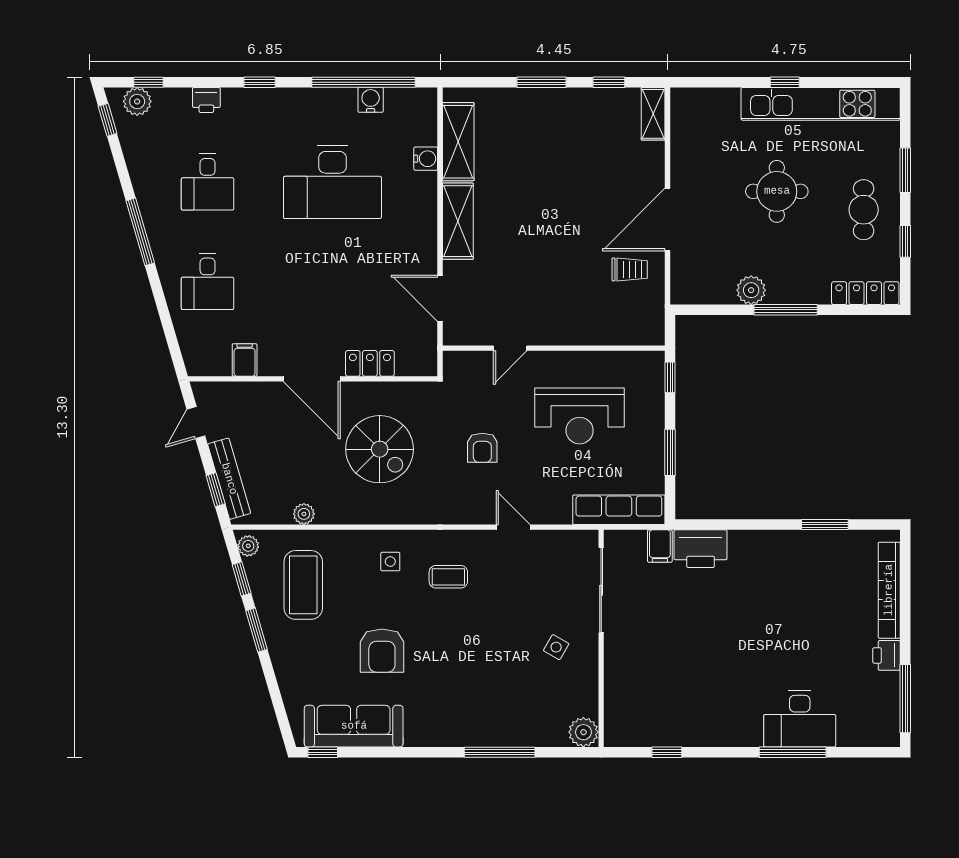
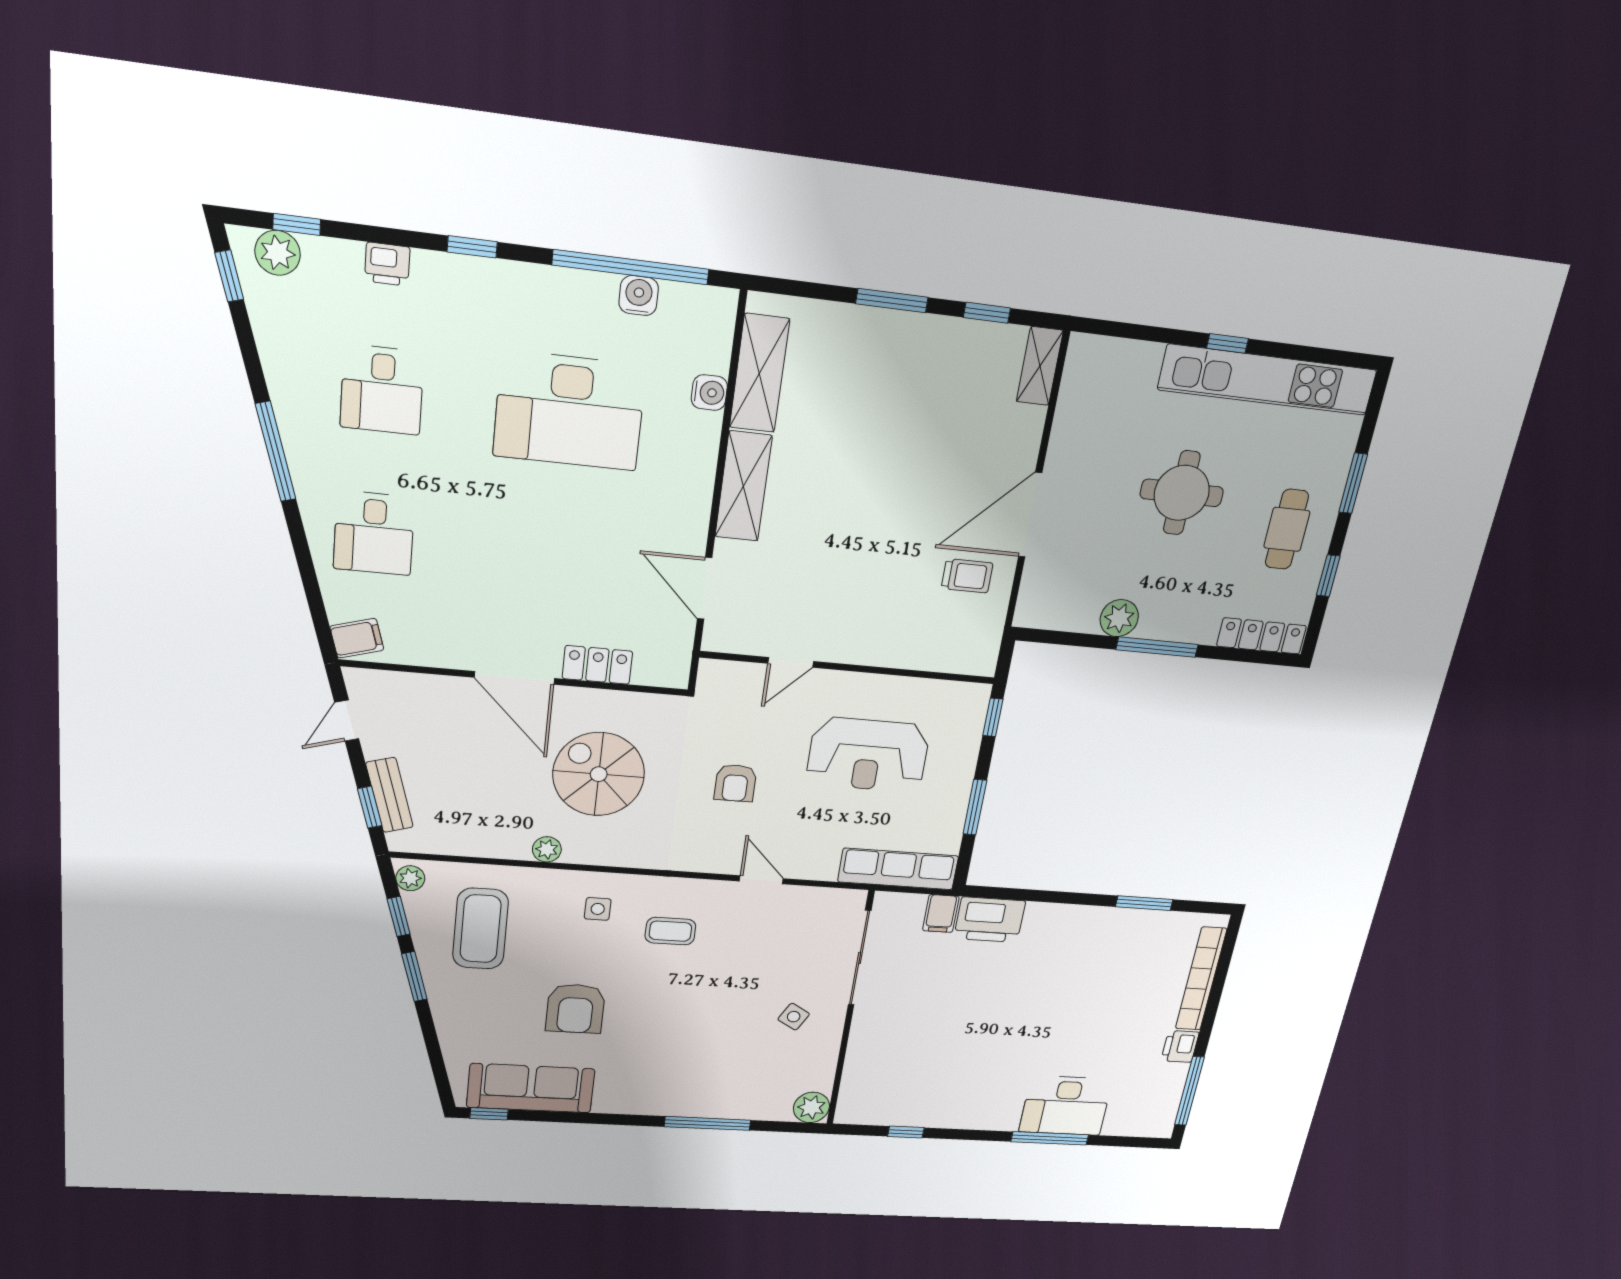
filing cabinet: (245, 360) -> (357, 638), moved, turned 74
spiral stairs: (380, 449) -> (599, 774), turned 180
bench: (229, 479) -> (389, 795), width x0.73
plant: (304, 514) -> (547, 849), moved

